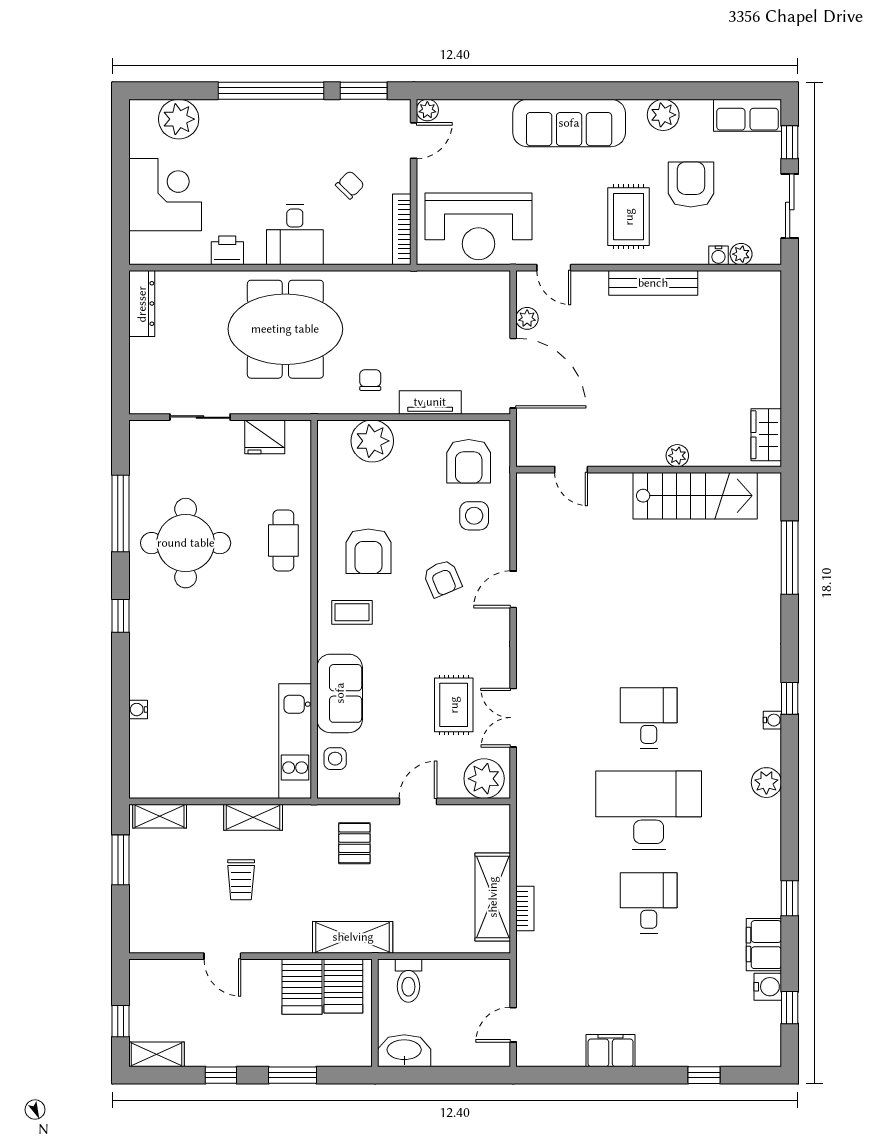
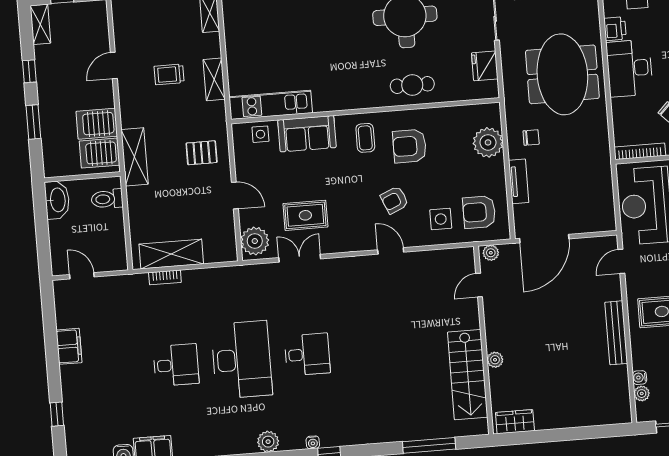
desk: (295, 234) -> (630, 68), width x1.37
plant: (527, 318) -> (491, 253), moved

